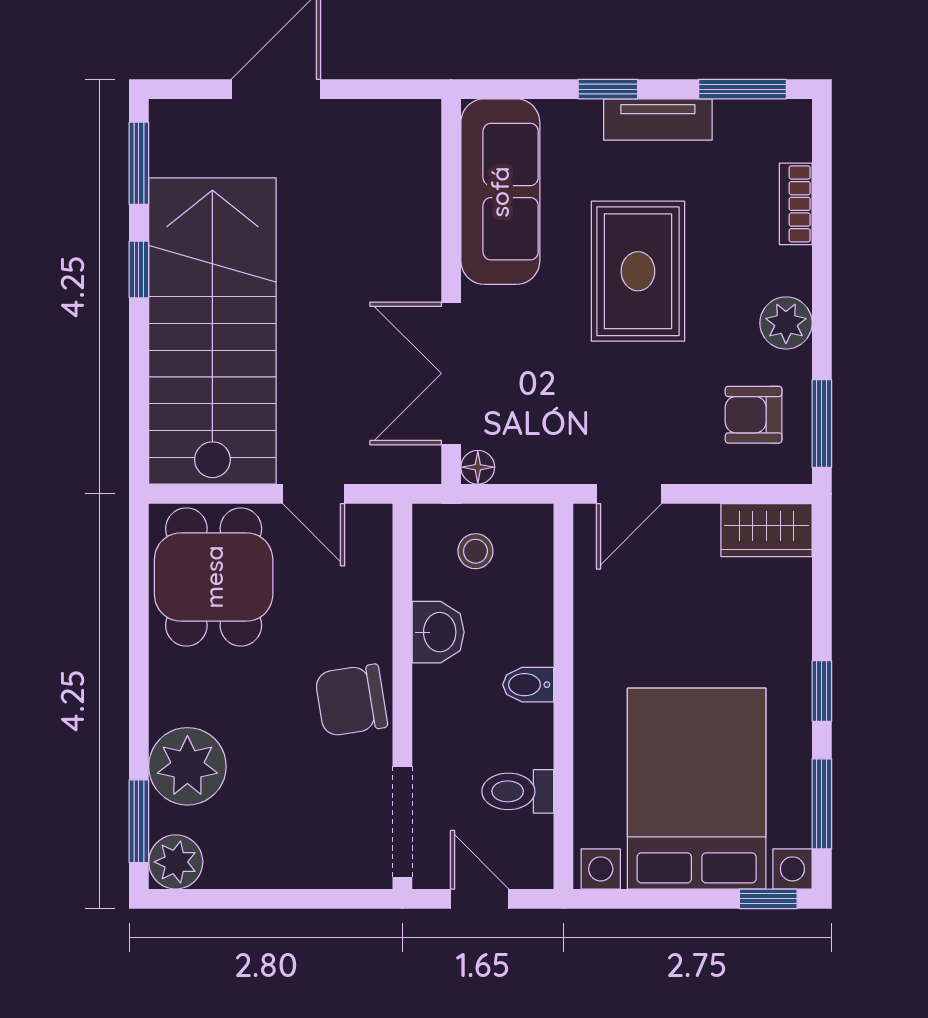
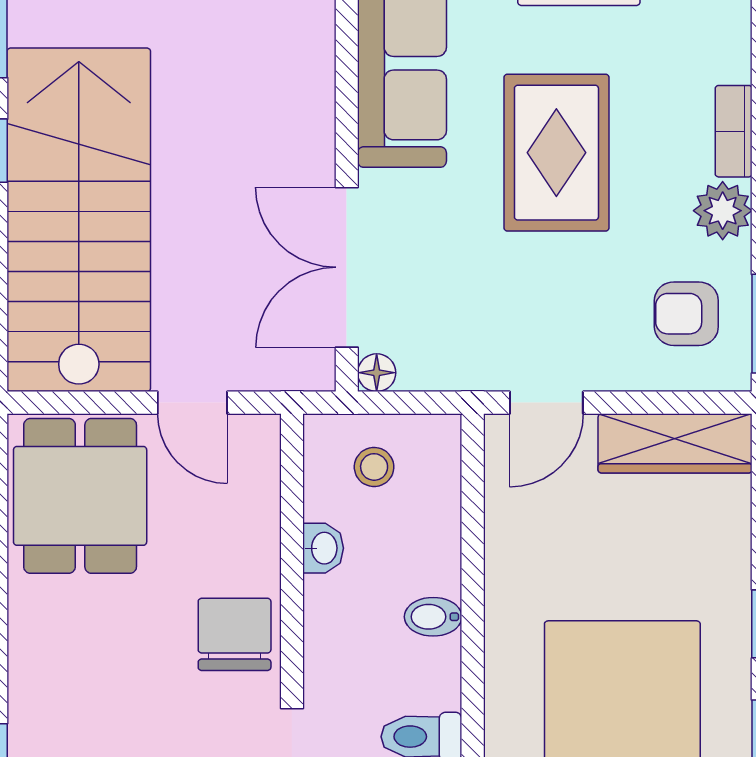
bookcase: (796, 204) -> (734, 131), moved
wardrobe: (766, 530) -> (675, 443), width x1.50
washbasin: (438, 632) -> (323, 548), width x0.72, depth x0.69
chair: (351, 700) -> (235, 634), turned 99
plant: (187, 766) -> (51, 708), removed

